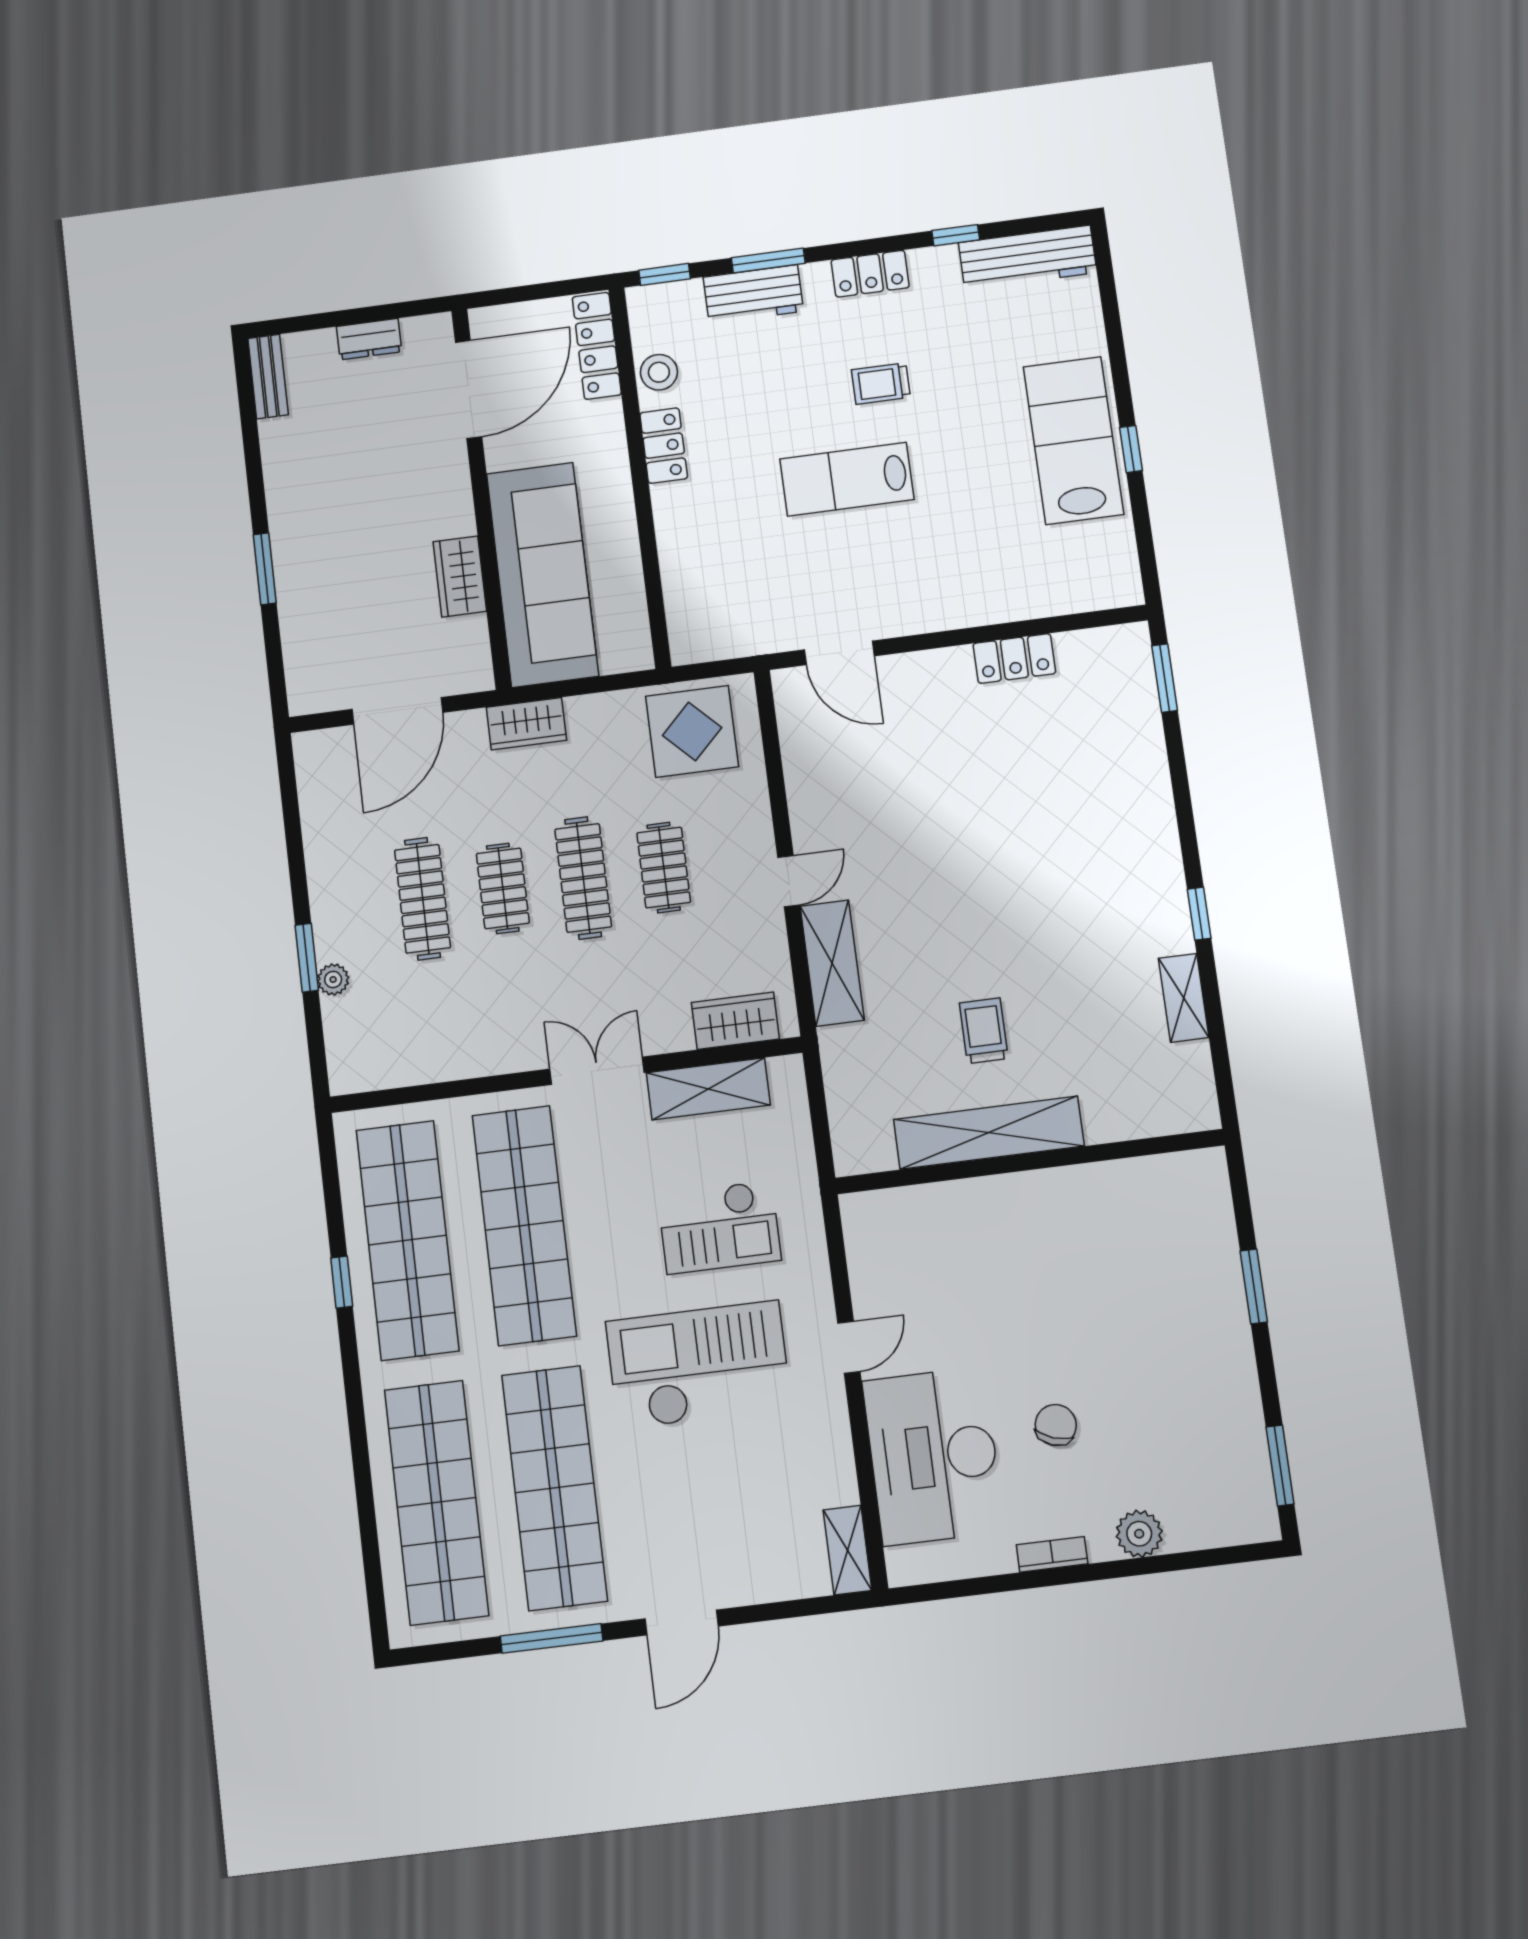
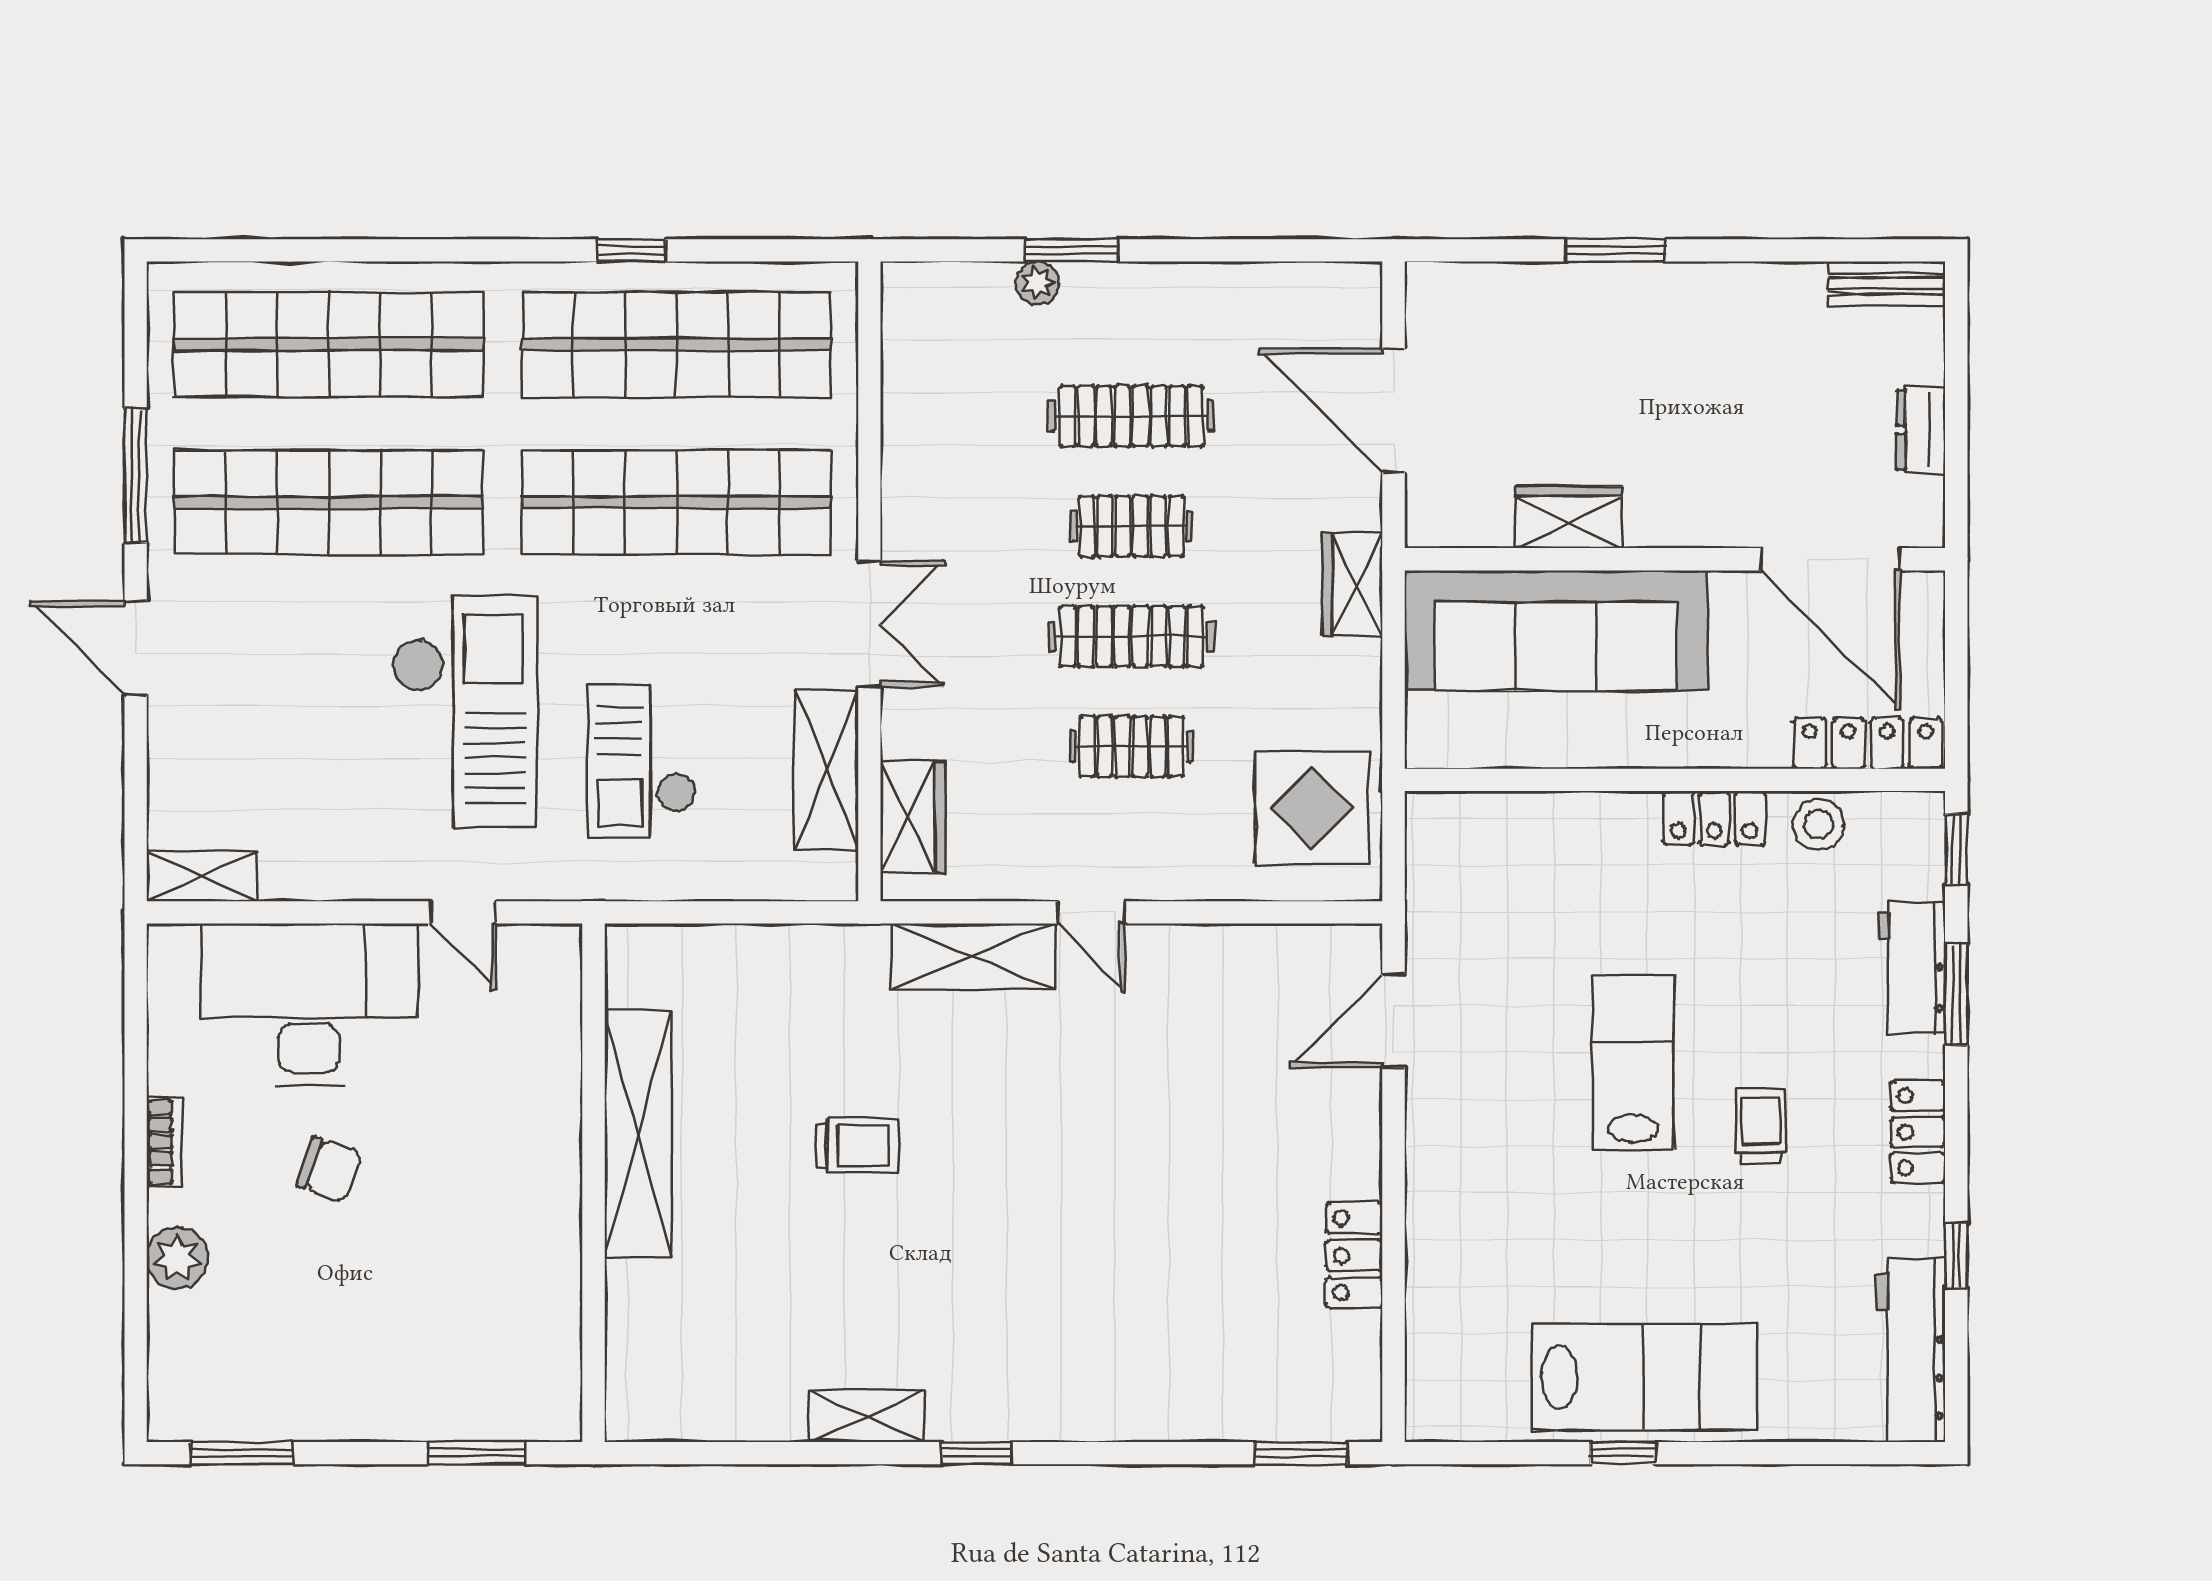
shelving: (989, 1133) -> (638, 1134), moved
wall: (1030, 1162) -> (594, 1183), moved

